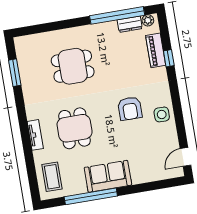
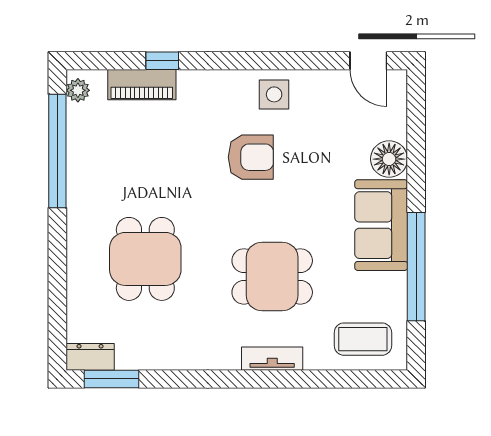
dresser: (130, 24) -> (90, 357), moved, turned -90
window: (15, 73) -> (111, 379), moved
floor lamp: (140, 175) -> (389, 159), added

